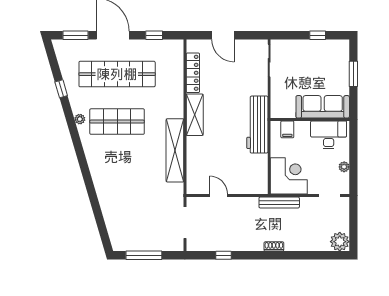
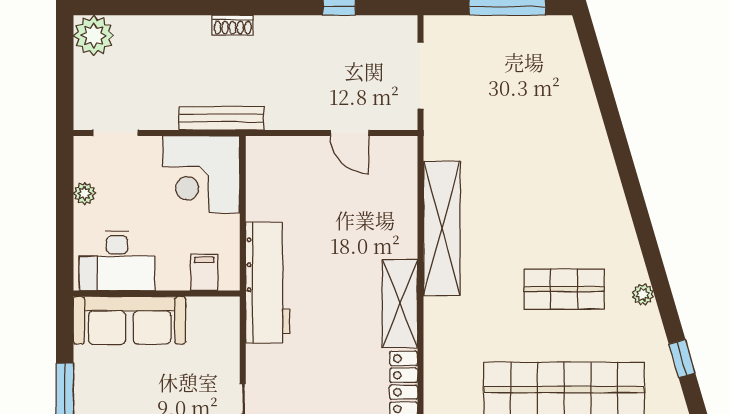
shop shelf: (117, 122) -> (564, 289), width x0.70, depth x0.74

